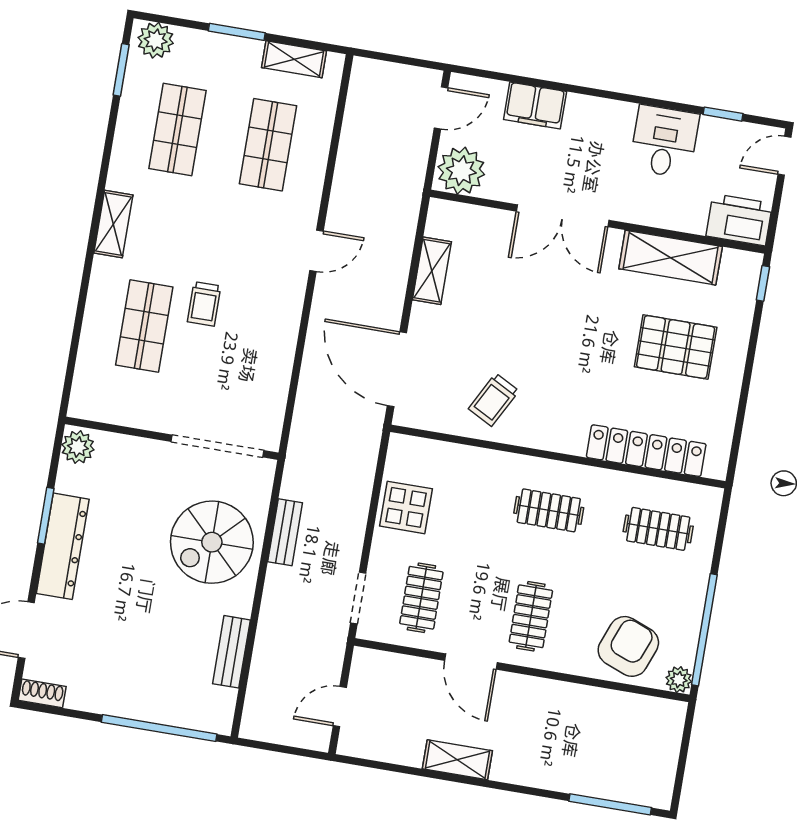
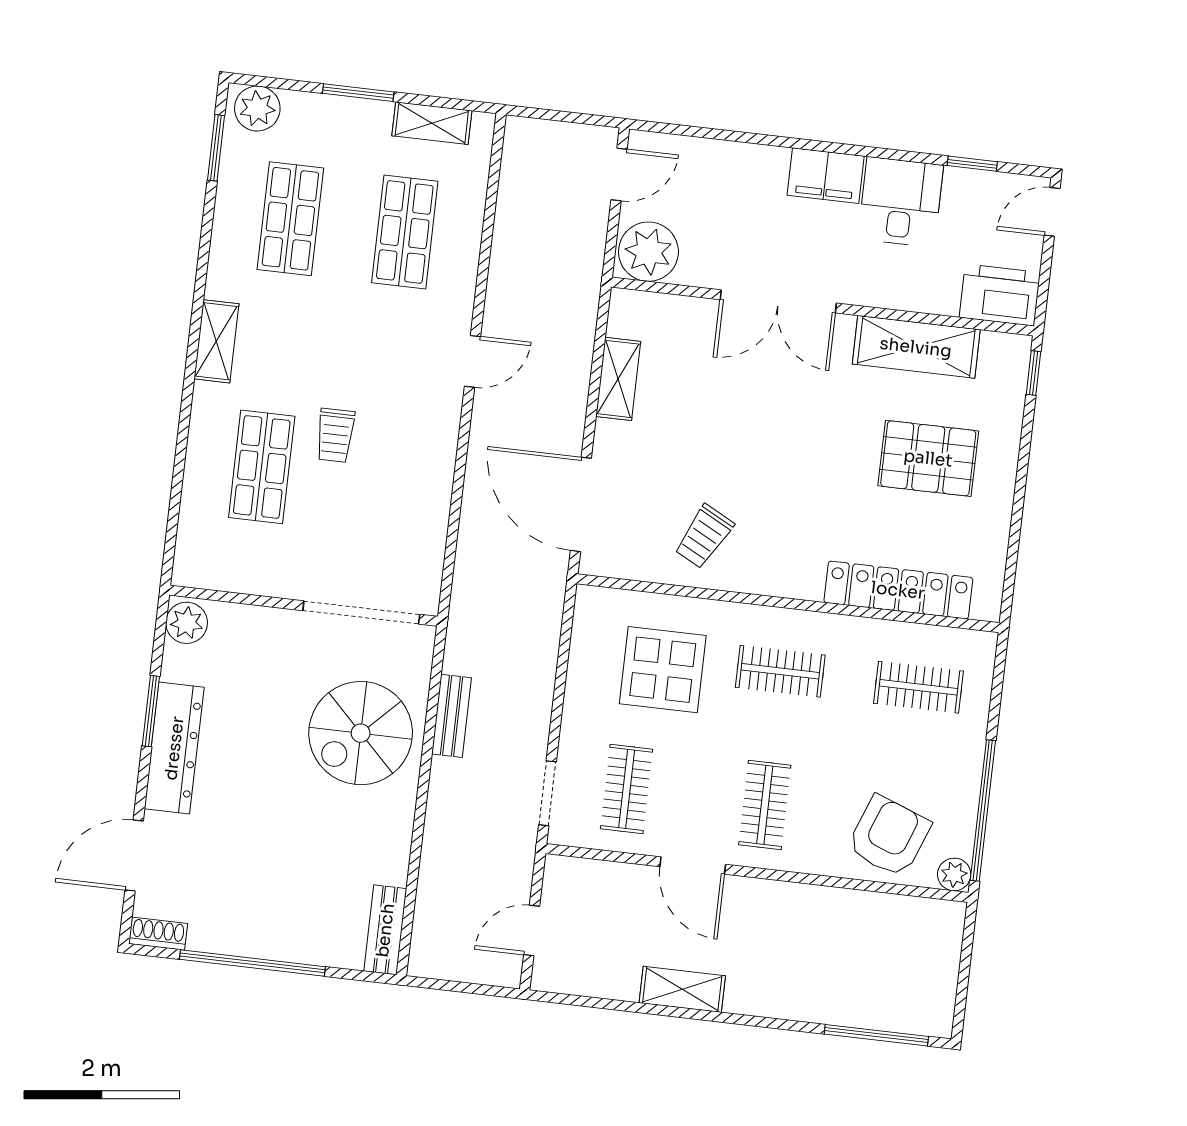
filing cabinet: (535, 106) -> (826, 176), moved
display table: (406, 507) -> (663, 670), moved, width x1.36, depth x1.36
bench: (231, 652) -> (385, 930), moved
window: (159, 728) -> (252, 963), moved

